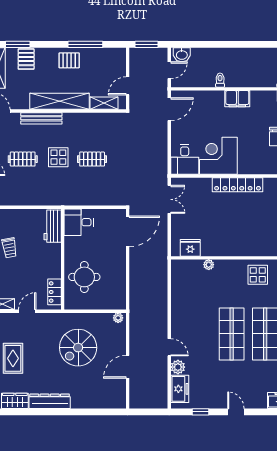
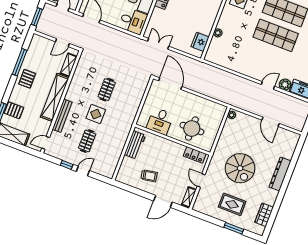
door: (128, 86) -> (62, 43), hinge flipped
desk: (79, 222) -> (160, 121), moved
workbench: (53, 226) -> (135, 145), moved, turned -90
spiral stairs: (78, 348) -> (240, 168), moved
dresser: (50, 401) -> (280, 174), moved

